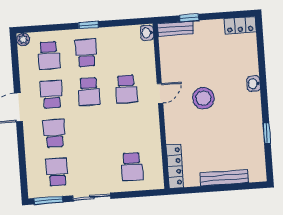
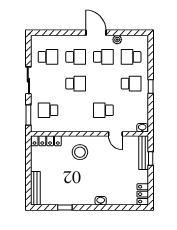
bench: (175, 29) -> (144, 153), width x1.36
plant: (23, 39) -> (117, 40), moved
school desk: (89, 92) -> (76, 84), moved, turned 180
door: (160, 93) -> (115, 134), moved
stool: (203, 98) -> (80, 152), moved
bench: (224, 178) -> (35, 188), moved
window: (48, 200) -> (28, 115), moved

